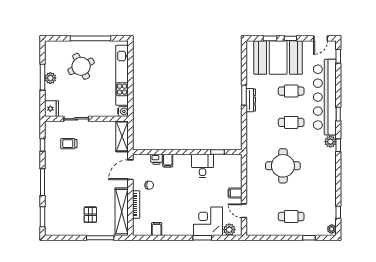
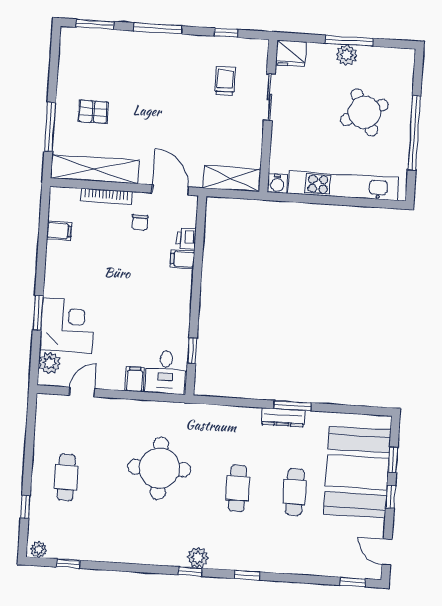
bar counter: (325, 97) -> (280, 553), removed
desk: (203, 166) -> (166, 372), moved, turned 90
filing cabinet: (235, 193) -> (135, 379), moved

